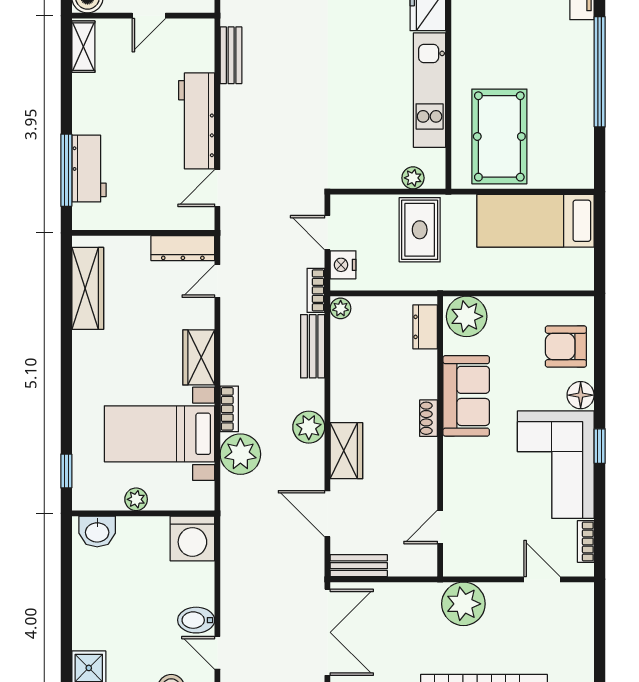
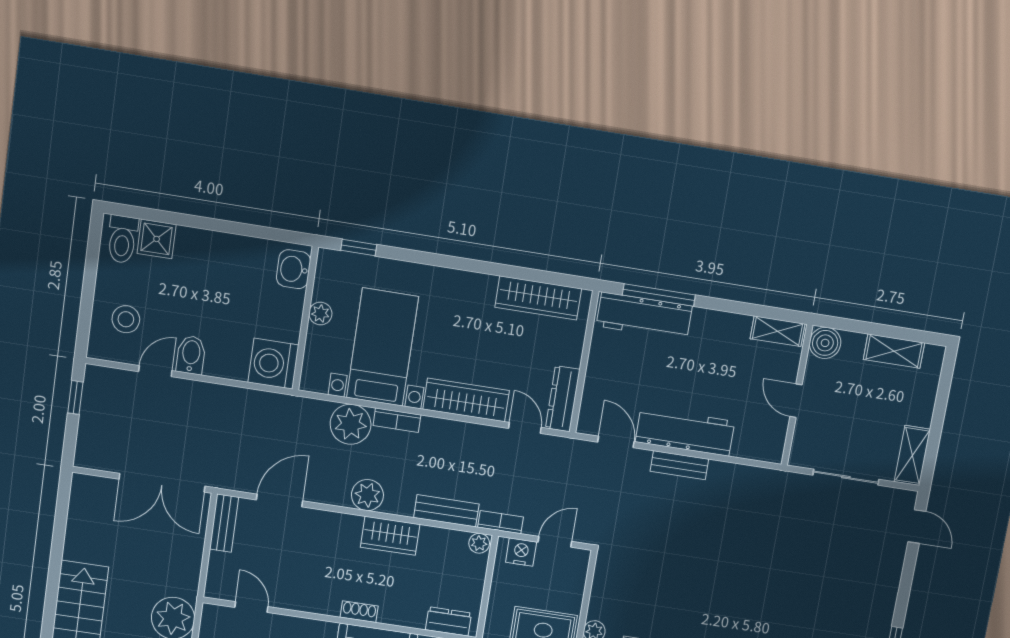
bench: (231, 55) -> (679, 465), moved
workbench: (89, 169) -> (644, 316), width x1.38
wardrobe: (199, 357) -> (466, 400), width x1.50
wardrobe: (346, 451) -> (390, 536), moved

